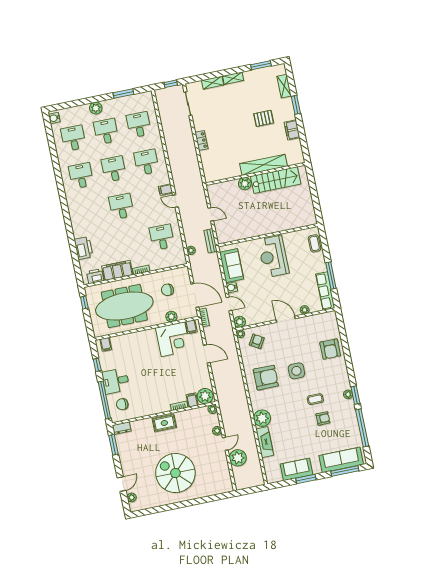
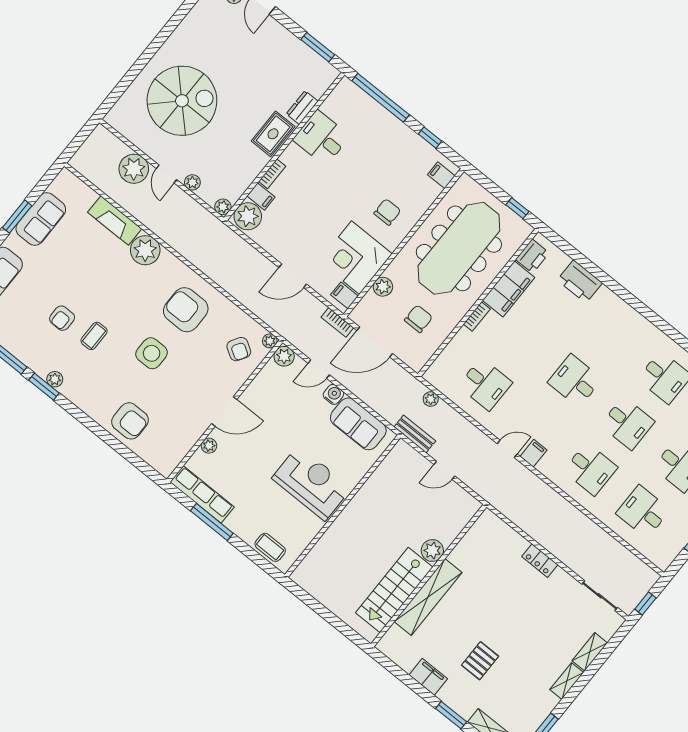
desk: (139, 125) -> (643, 512), turned 180
desk: (121, 206) -> (575, 381), turned 180
armchair: (330, 349) -> (130, 421), turned 180
armchair: (266, 378) -> (186, 310), turned 90
desk: (116, 381) -> (321, 138), moved, turned -90
chair: (122, 404) -> (387, 212), moved
dresser: (122, 428) -> (302, 108), moved
spiral stairs: (175, 473) -> (182, 101), moved

